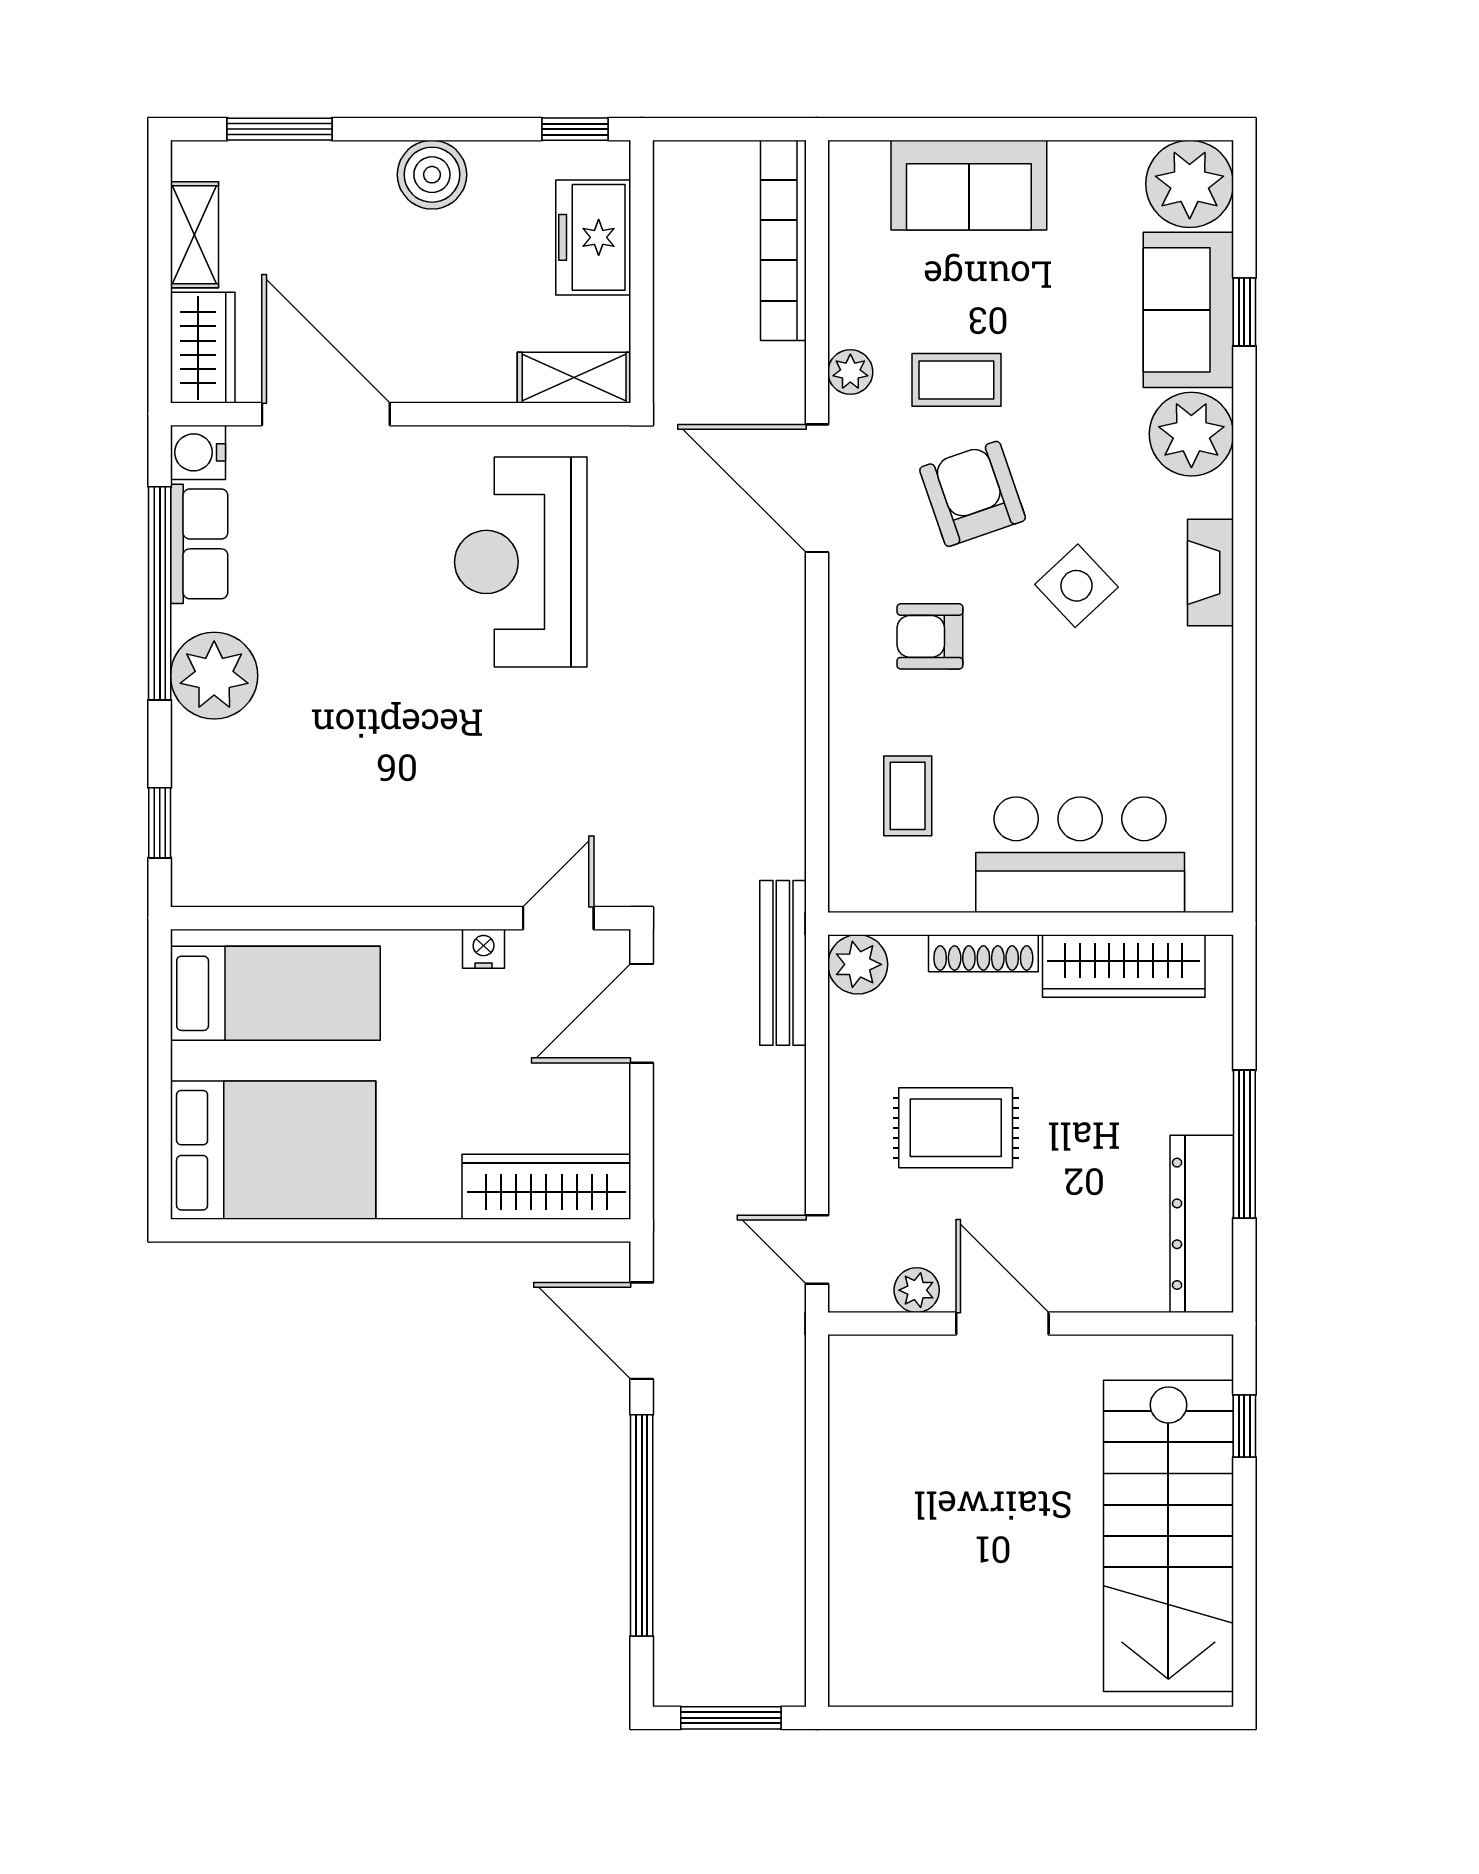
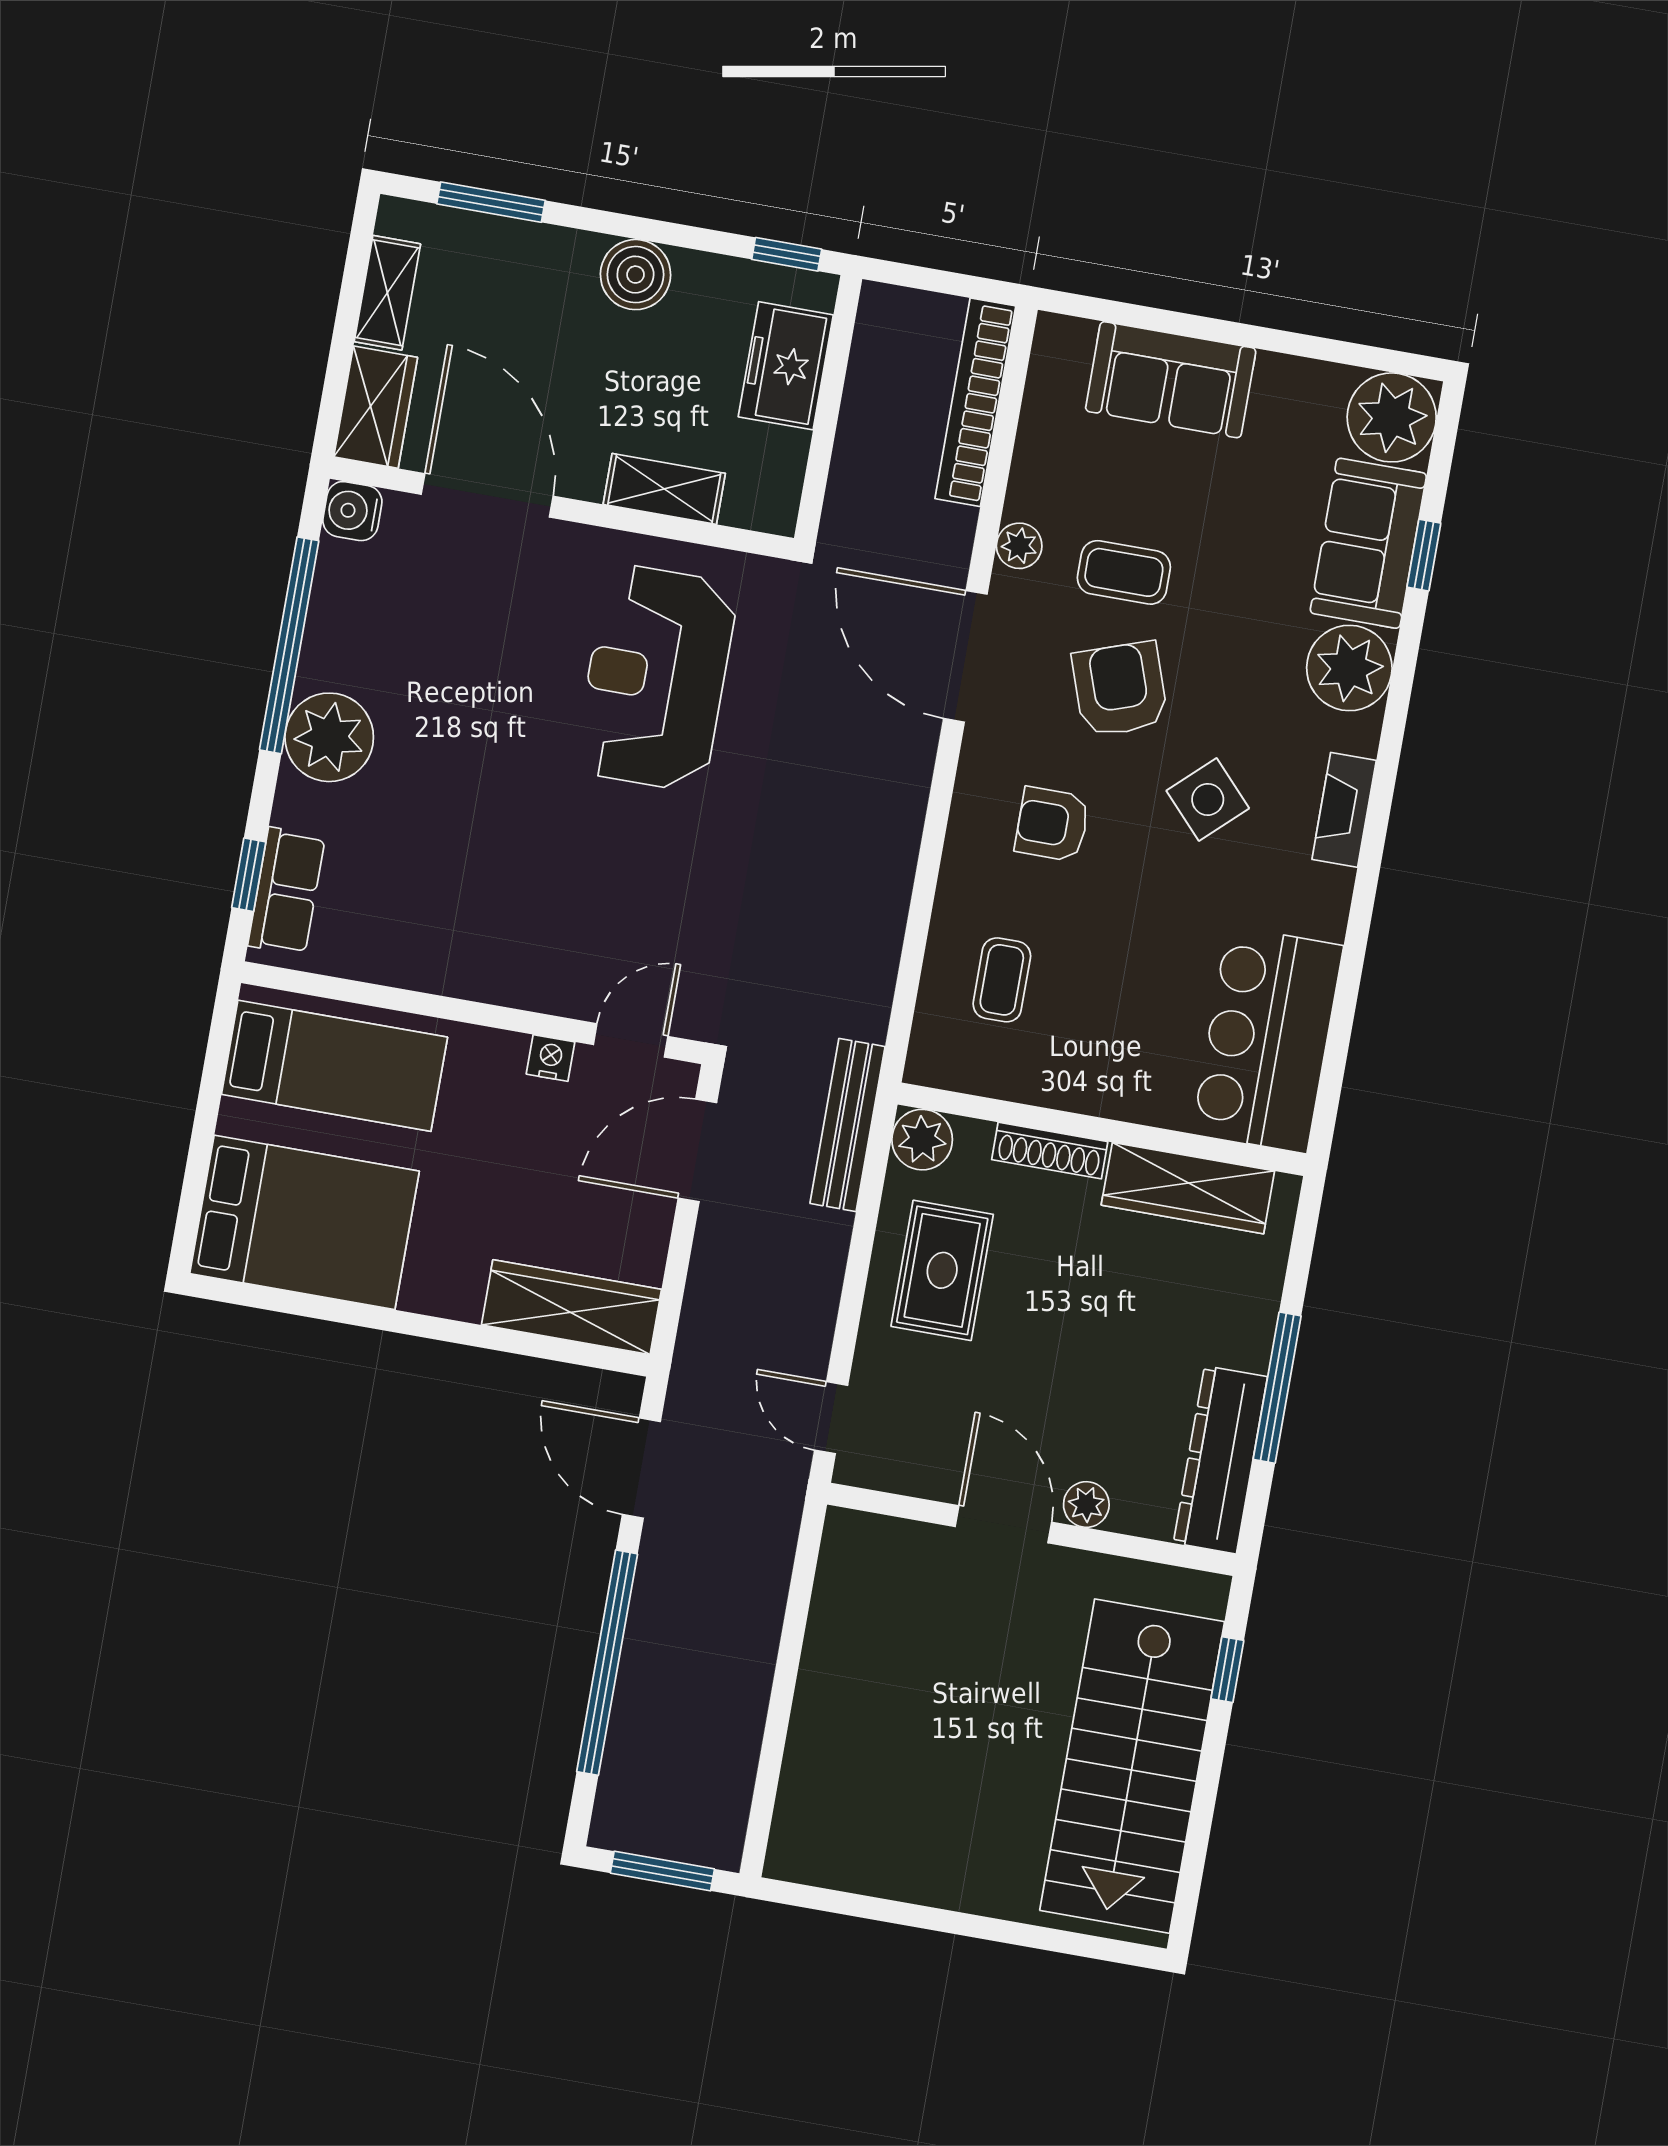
shelving: (574, 378) -> (664, 489), moved
row of seats: (199, 544) -> (287, 891), moved
bar counter: (1080, 855) -> (1267, 1040), moved, turned -90
rug: (956, 1128) -> (942, 1270), moved, turned 90
plant: (917, 1290) -> (1086, 1505), moved

